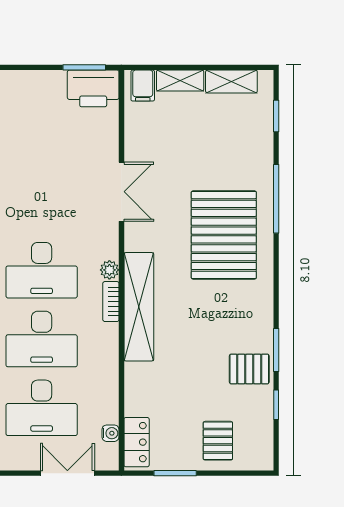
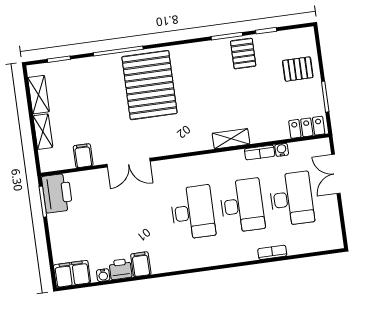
filing cabinet: (143, 86) -> (83, 156), moved, turned -90
double door: (121, 192) -> (128, 163), swing flipped
pallet: (224, 235) -> (149, 85), turned 90
plant: (109, 270) -> (186, 164), removed
bookcase: (111, 302) -> (260, 152), moved
shelving: (139, 307) -> (231, 139), width x0.45, depth x0.75
water cooler: (110, 433) -> (282, 150), moved

